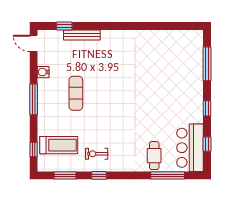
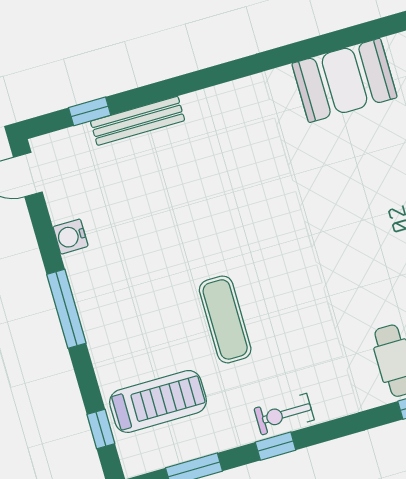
booth: (166, 42) -> (345, 80), added
exercise mat: (76, 93) -> (225, 319), moved
exercise bike: (97, 154) -> (284, 414), moved

